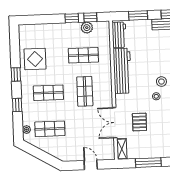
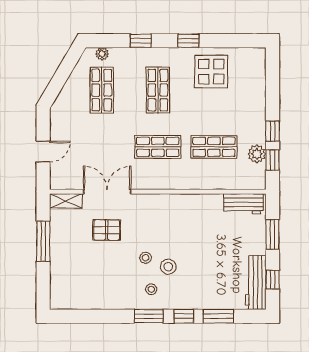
shop shelf: (83, 55) -> (214, 147), turned 90
workbench: (122, 71) -> (187, 206), removed

